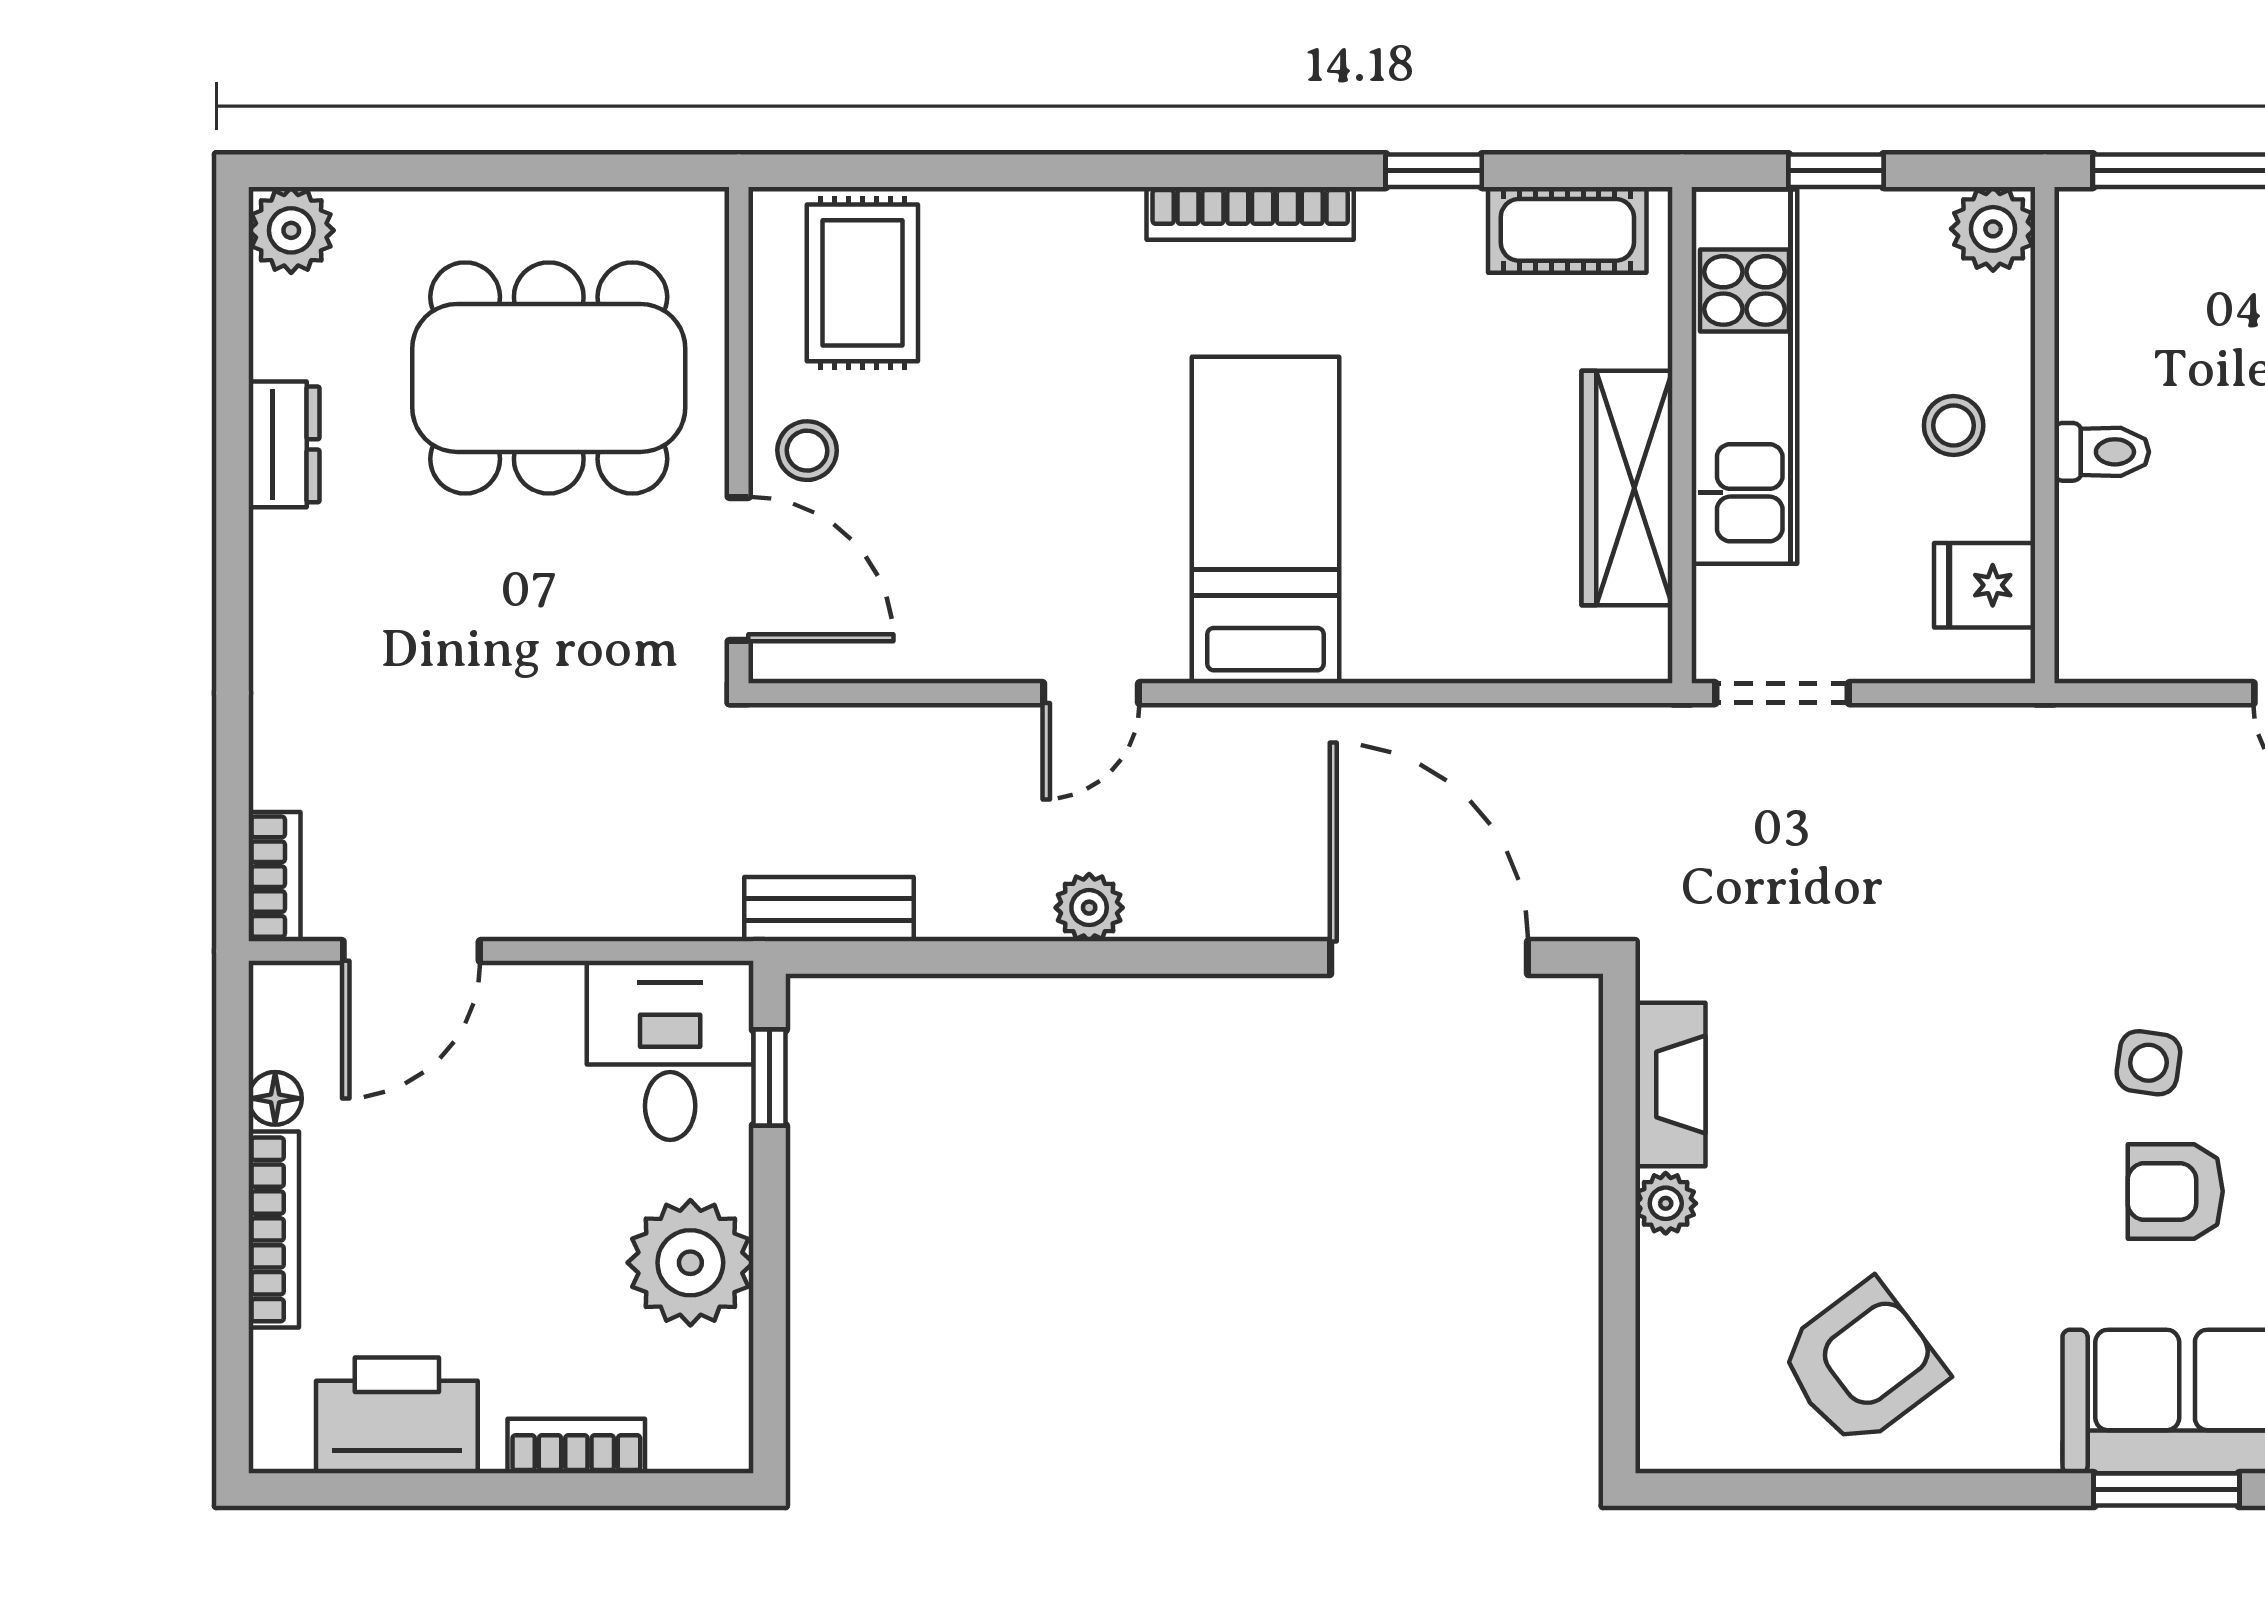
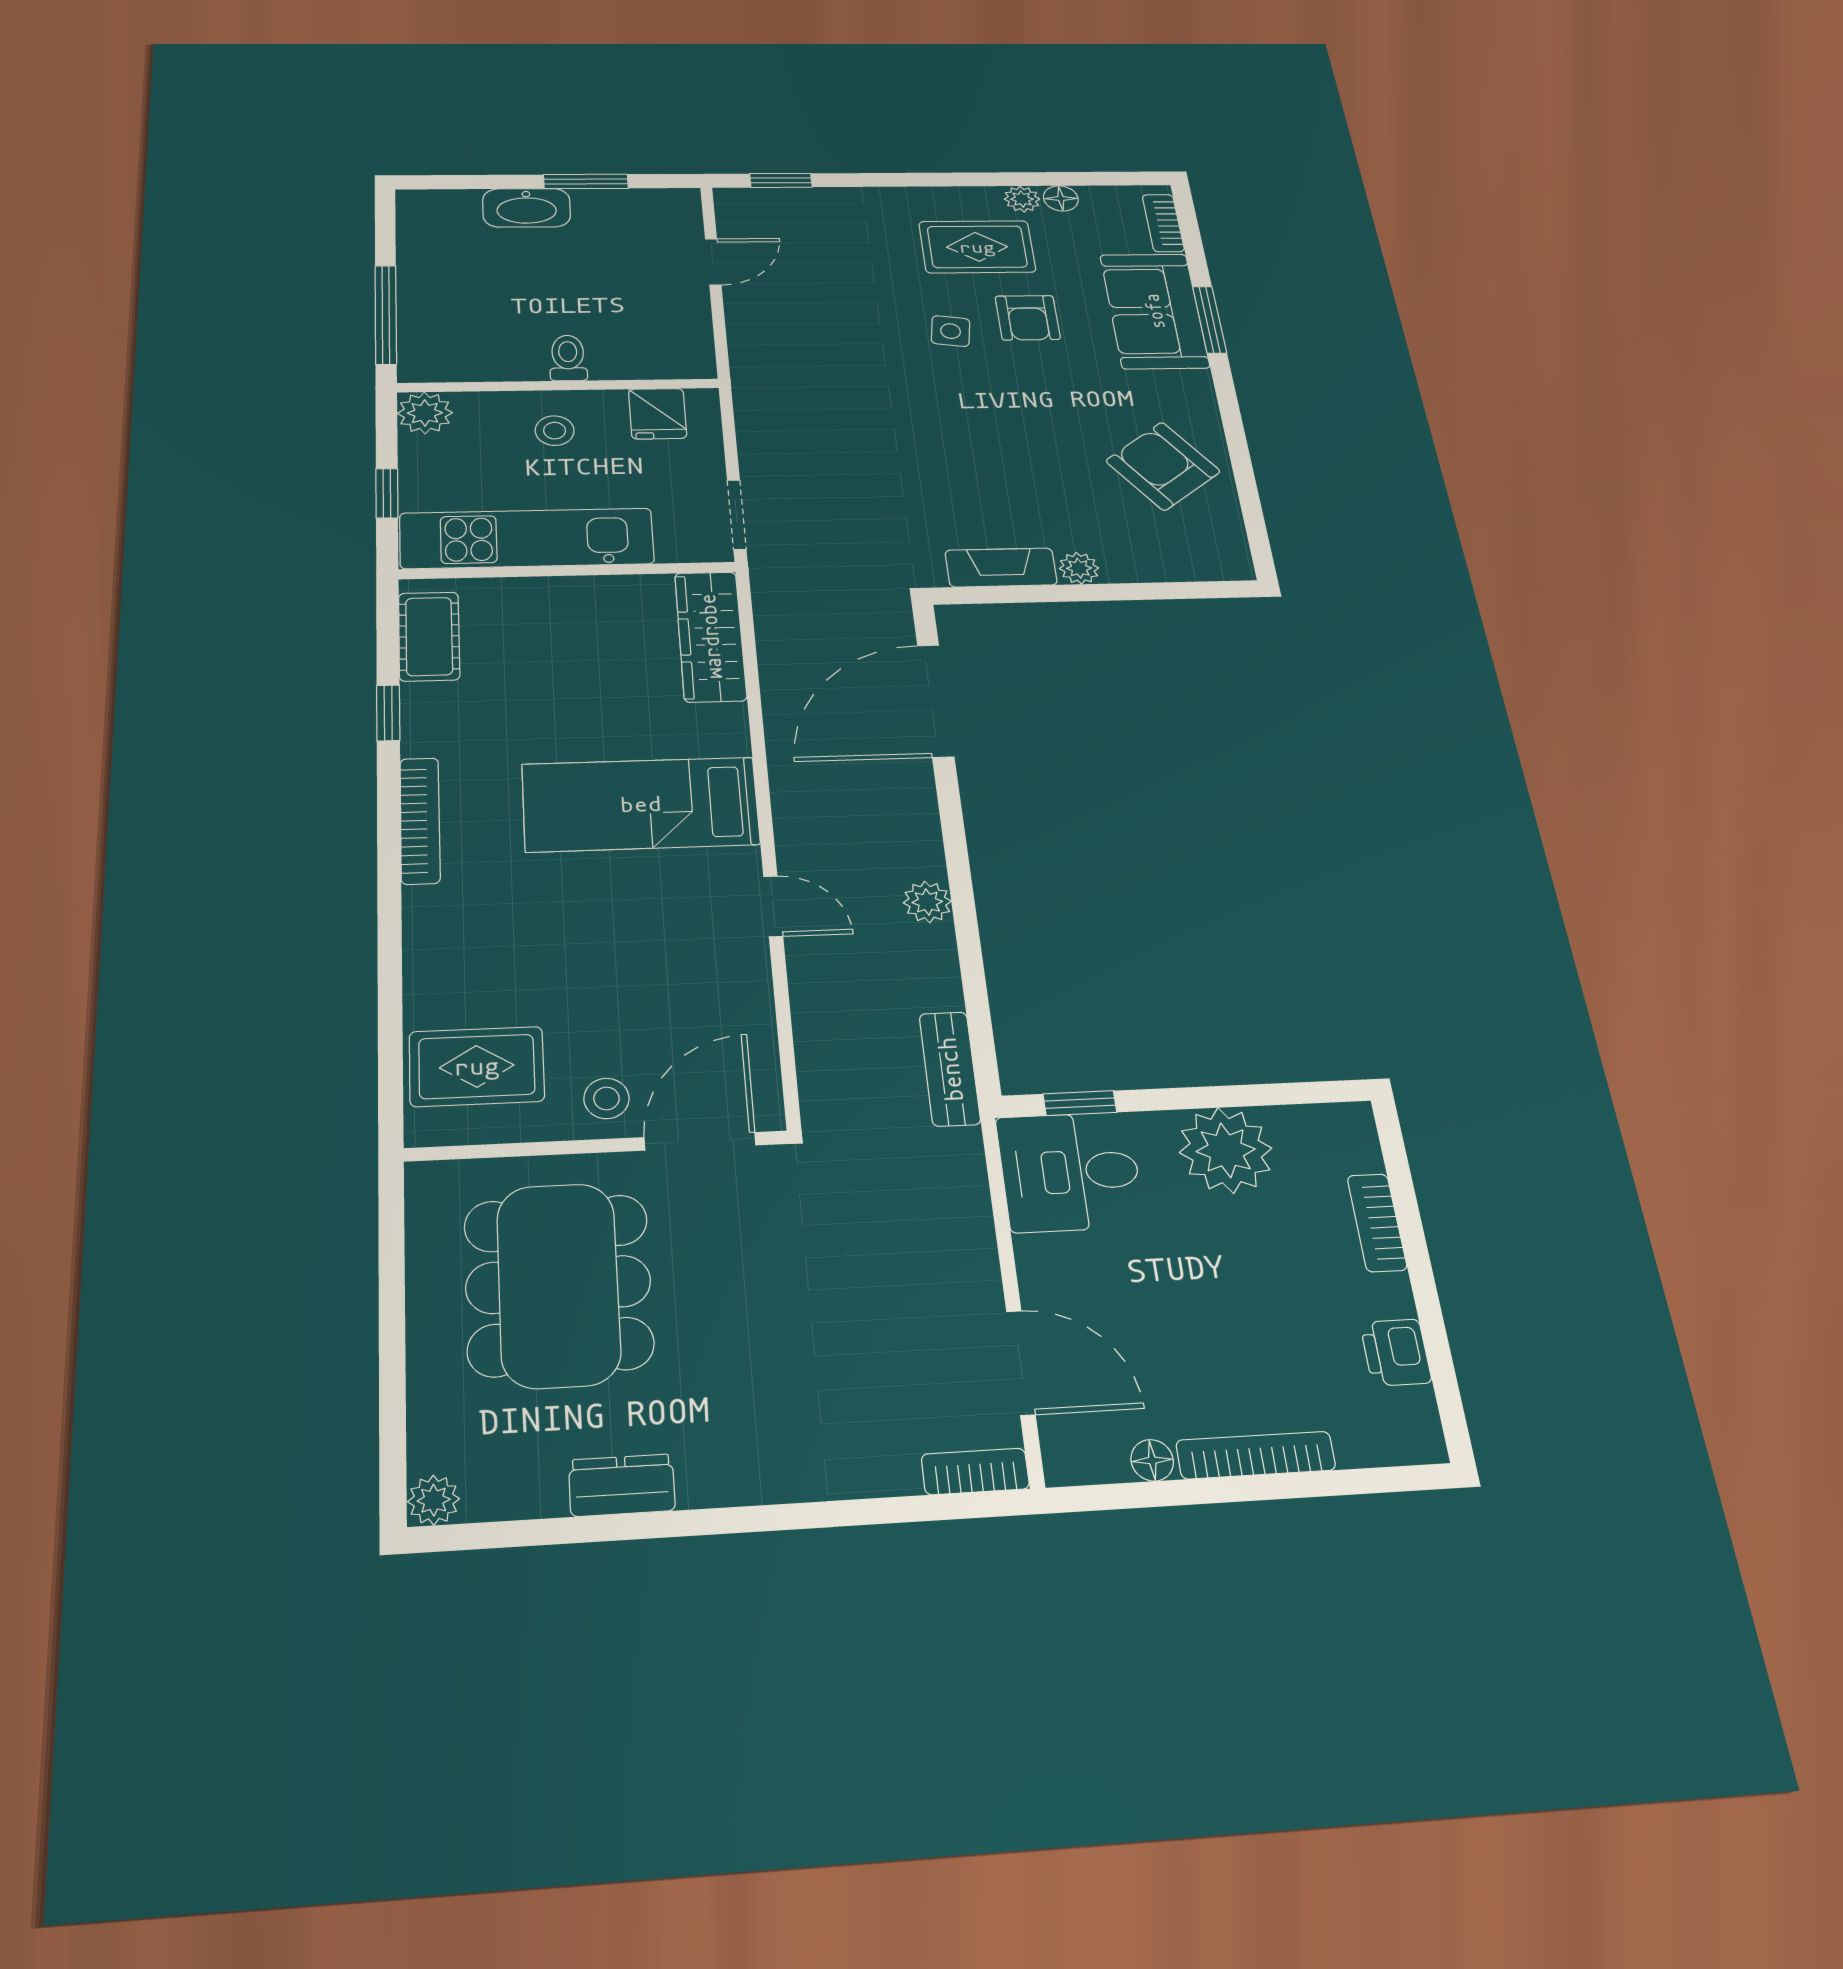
plant: (291, 230) -> (434, 1500), width x0.73, depth x0.73
wardrobe: (1627, 488) -> (710, 636), moved, turned 90
printer: (397, 1415) -> (1396, 1352), width x0.53, depth x0.68

